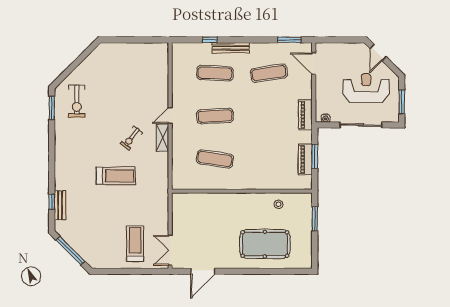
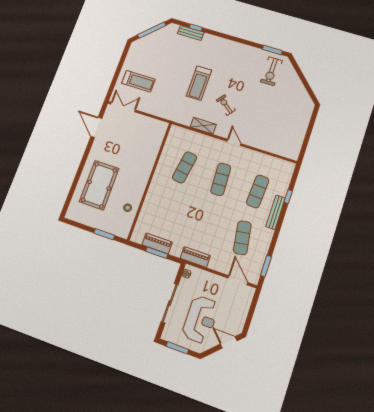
door: (314, 64) -> (238, 280), hinge flipped
exercise bike: (77, 101) -> (271, 71), turned -90
shelving: (162, 138) -> (203, 126), moved

